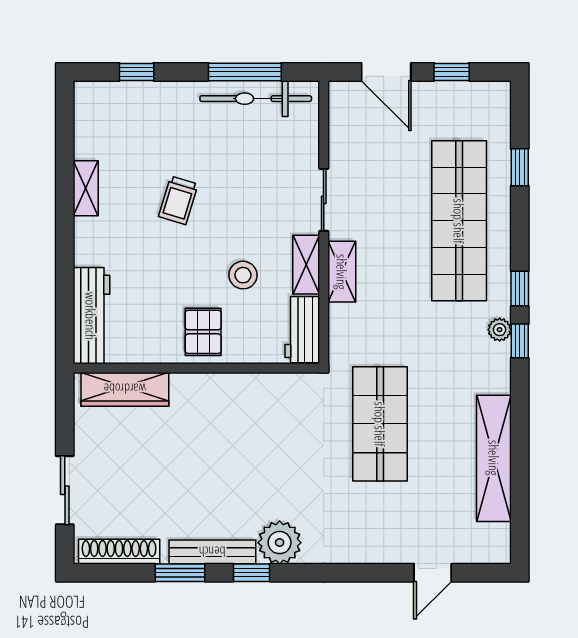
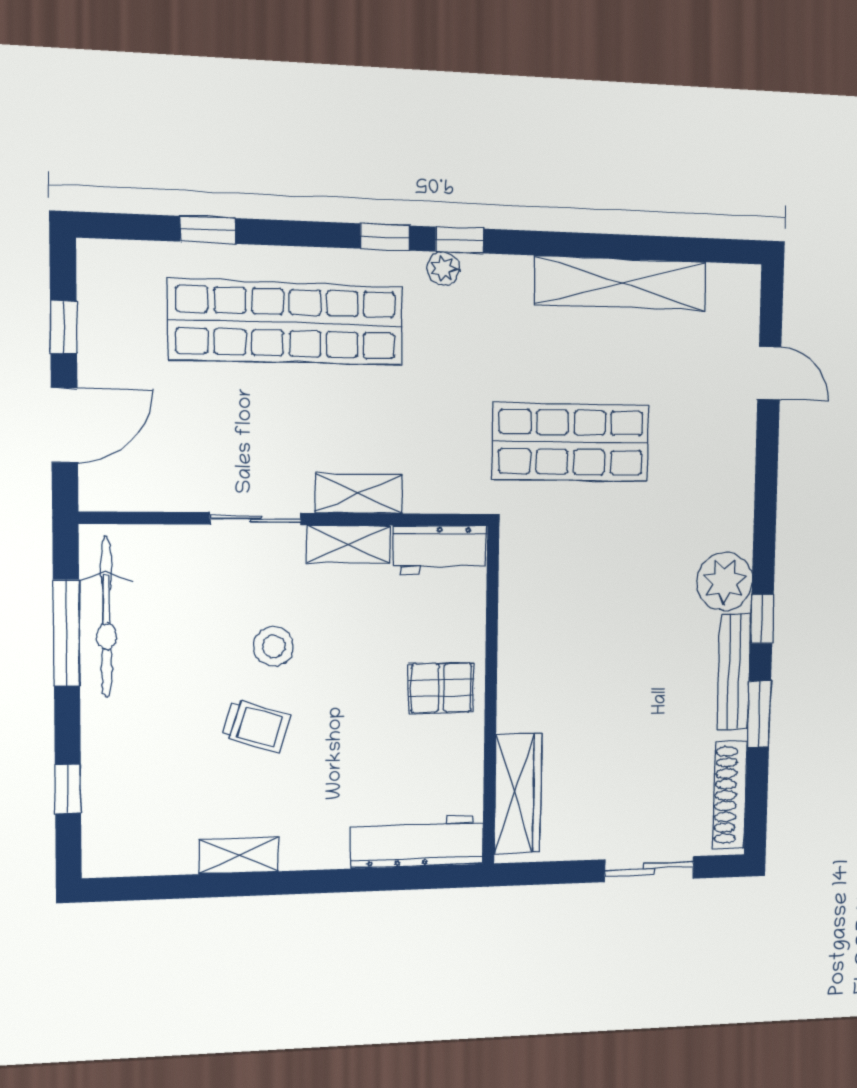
stool: (243, 275) -> (274, 646), moved

